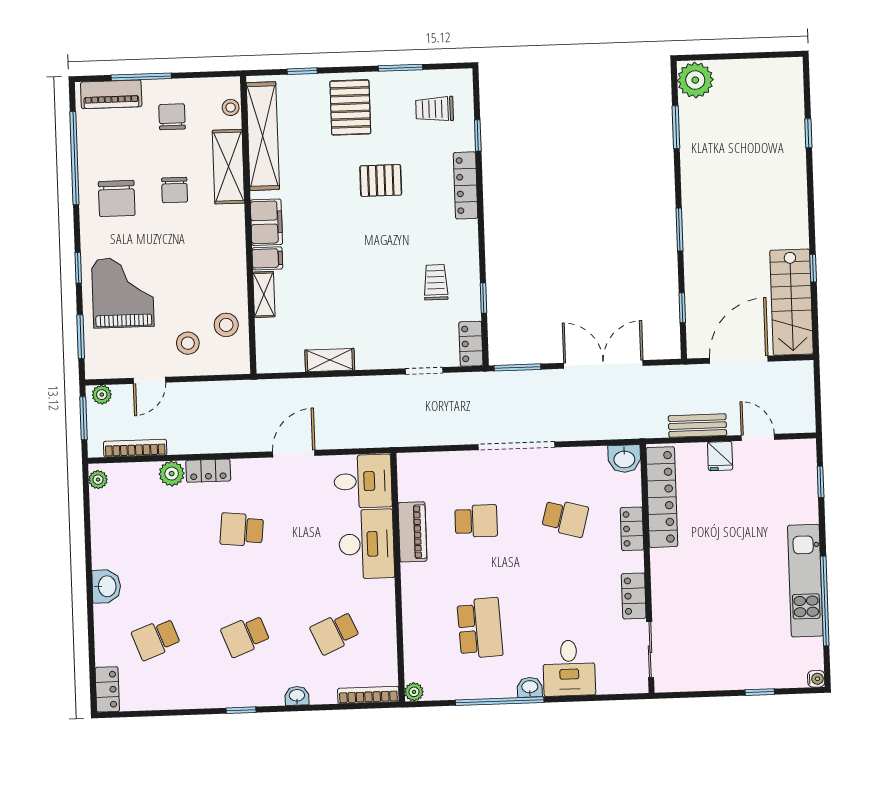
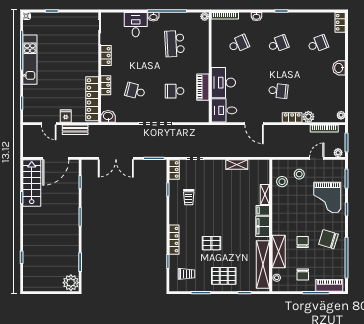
pallet: (350, 107) -> (224, 276), turned 90
chair: (117, 198) -> (328, 239), turned -73
door: (294, 454) -> (254, 124), hinge flipped

